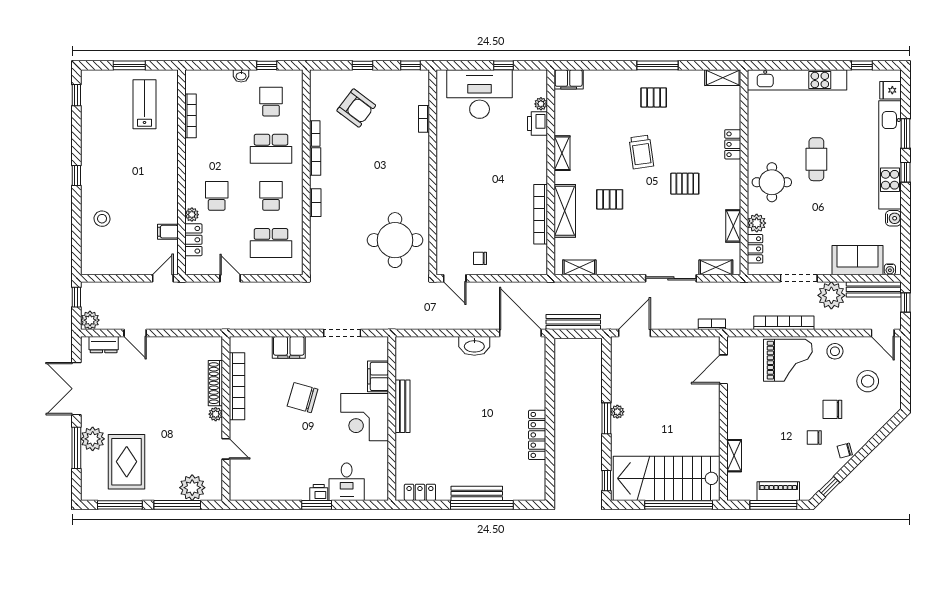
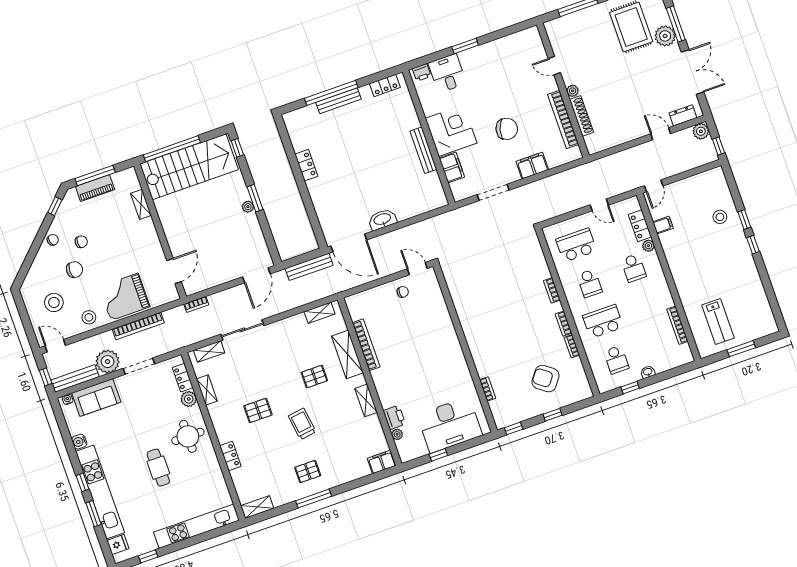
window: (76, 95) -> (744, 220), moved
round table: (395, 240) -> (477, 283), removed
locker: (537, 435) -> (306, 165), width x0.66
plant: (192, 488) -> (571, 25), removed
printer: (319, 492) -> (422, 72), moved

